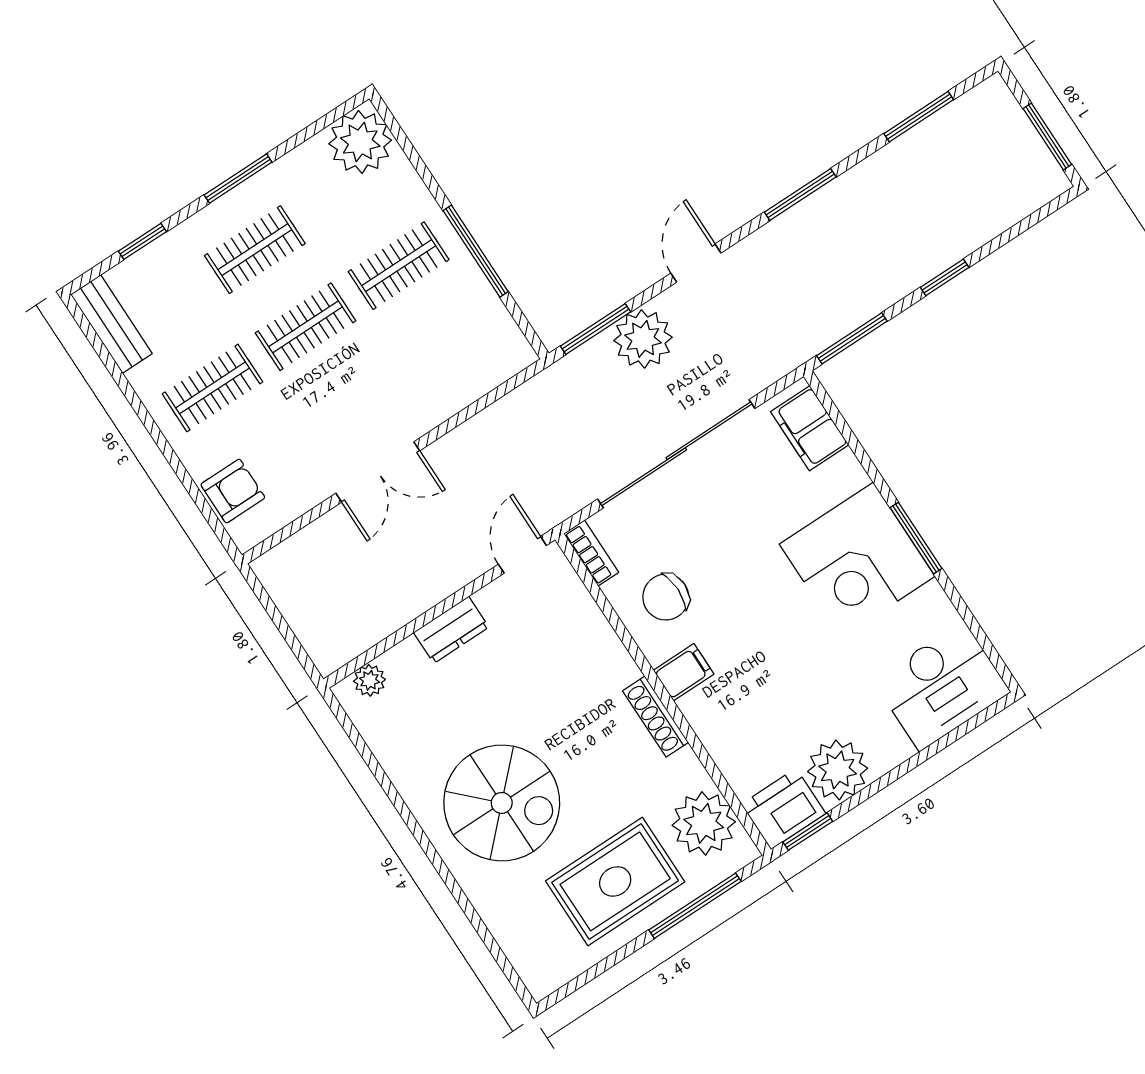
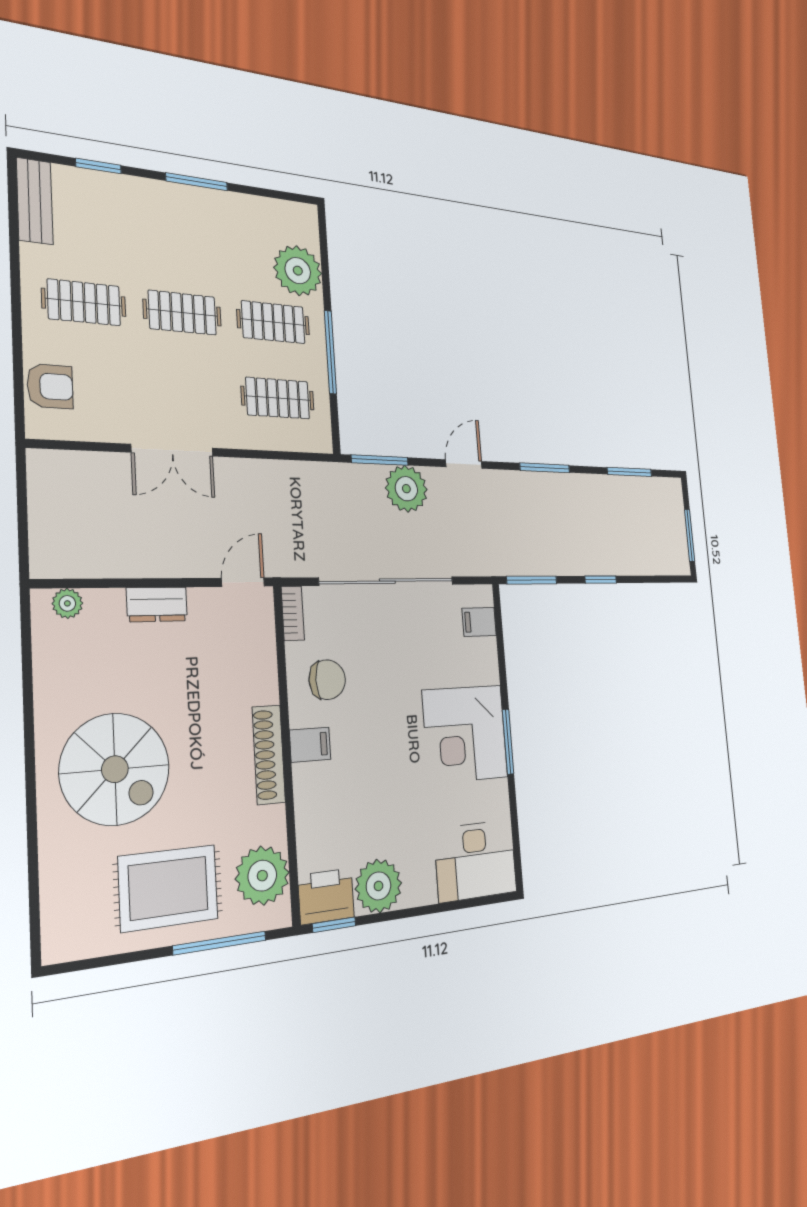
plant: (360, 142) -> (298, 271), moved
clothes rail: (255, 250) -> (278, 398), moved
filing cabinet: (810, 428) -> (479, 622), width x0.50
chair: (666, 597) -> (327, 680), turned 180
shoe rack: (656, 717) -> (269, 755), width x1.36, depth x1.24

